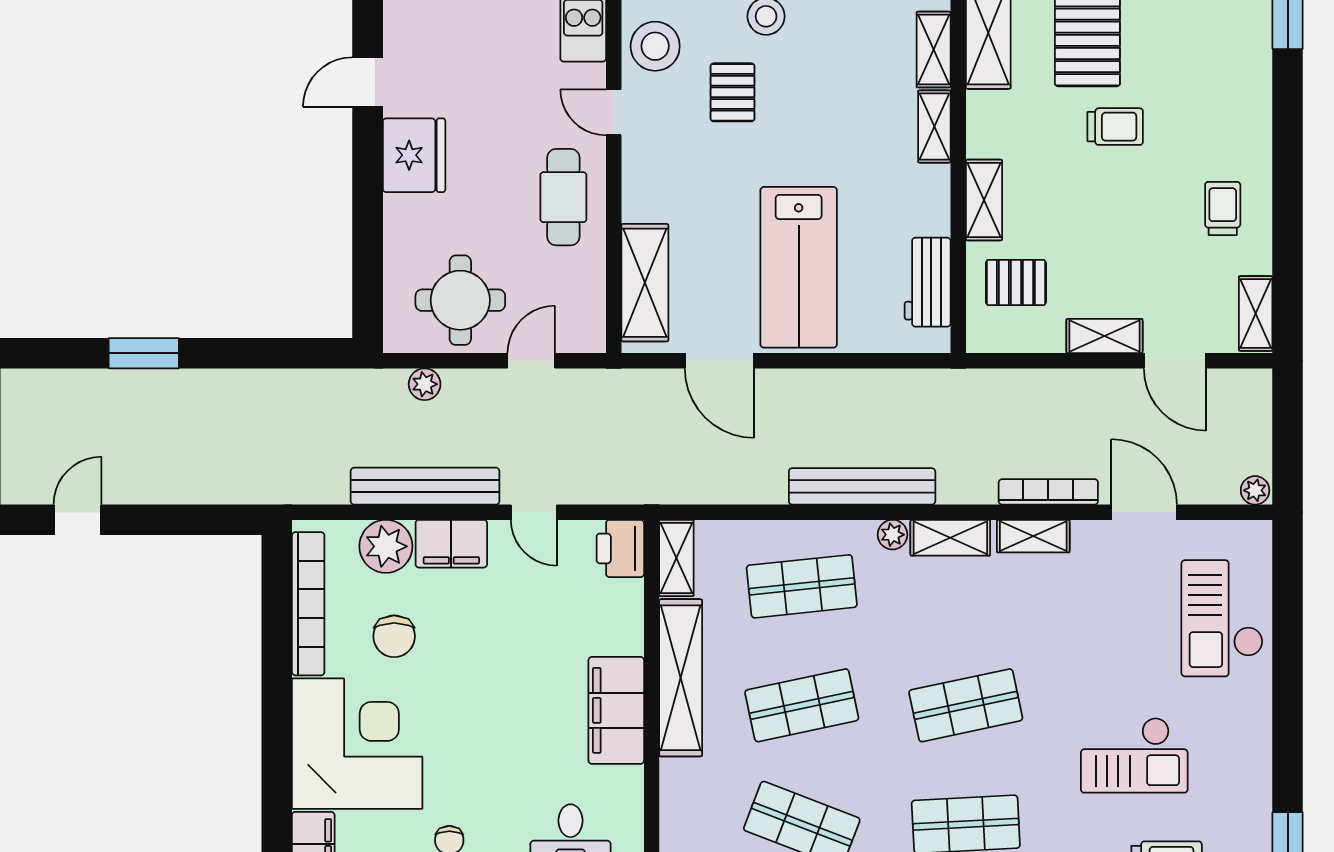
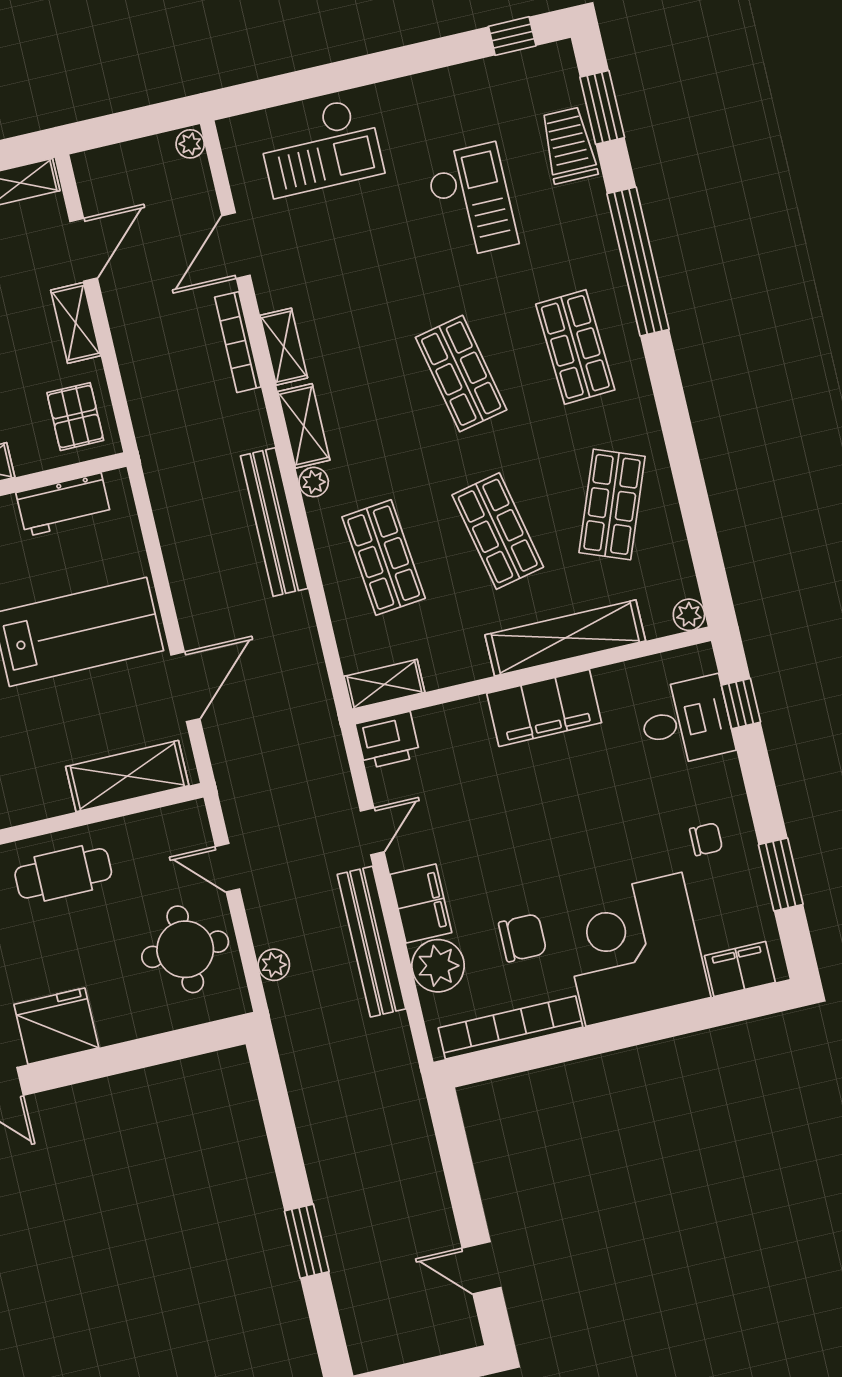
pallet: (1016, 282) -> (75, 417), moved
shelving: (681, 678) -> (565, 638), moved

